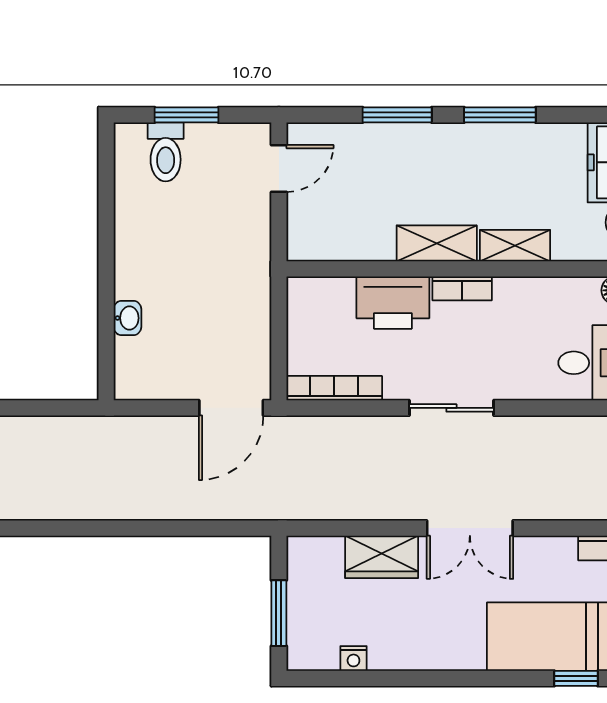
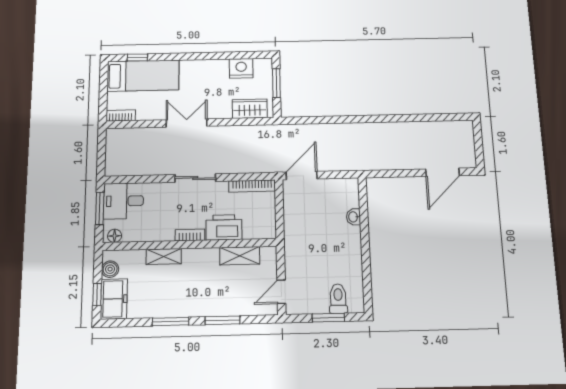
shelving: (437, 243) -> (240, 256), moved
wardrobe: (382, 557) -> (250, 109), moved
nightstand: (353, 658) -> (241, 68), width x1.89, depth x1.79

